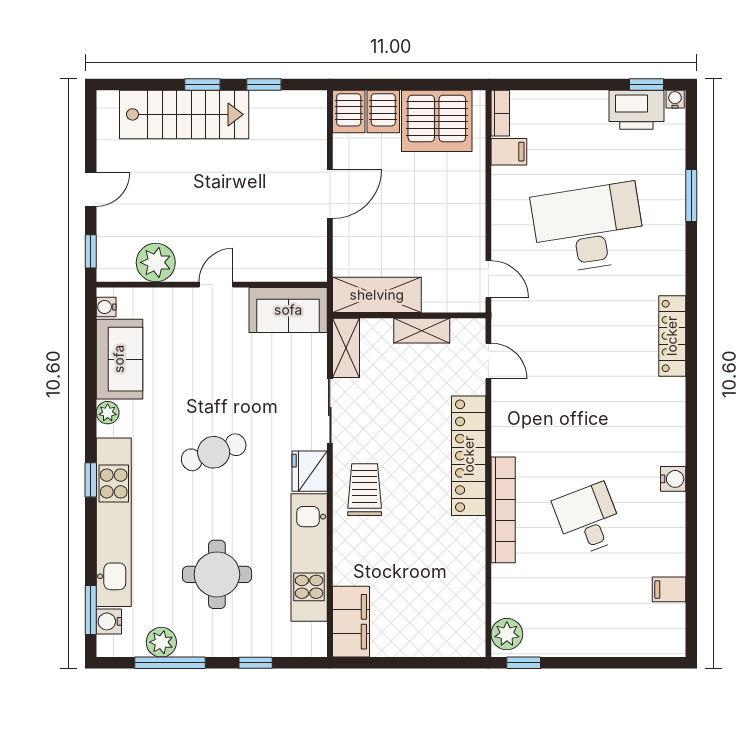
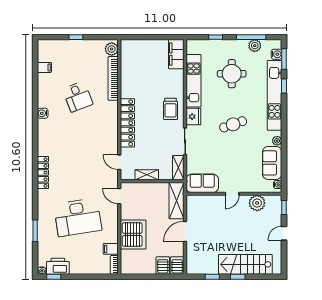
server rack: (437, 121) -> (133, 234), moved, turned 90
shelving: (377, 295) -> (176, 201), moved, turned 90
window: (91, 480) -> (284, 86), moved
bookcase: (503, 510) -> (113, 78), moved
window: (524, 663) -> (76, 37), moved

